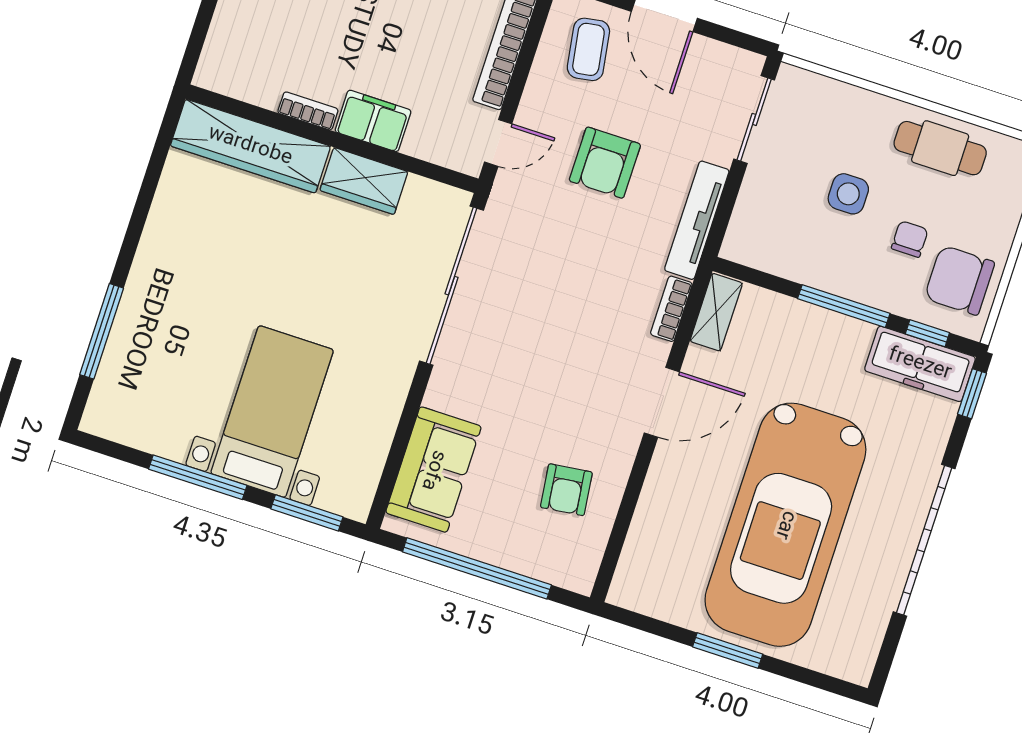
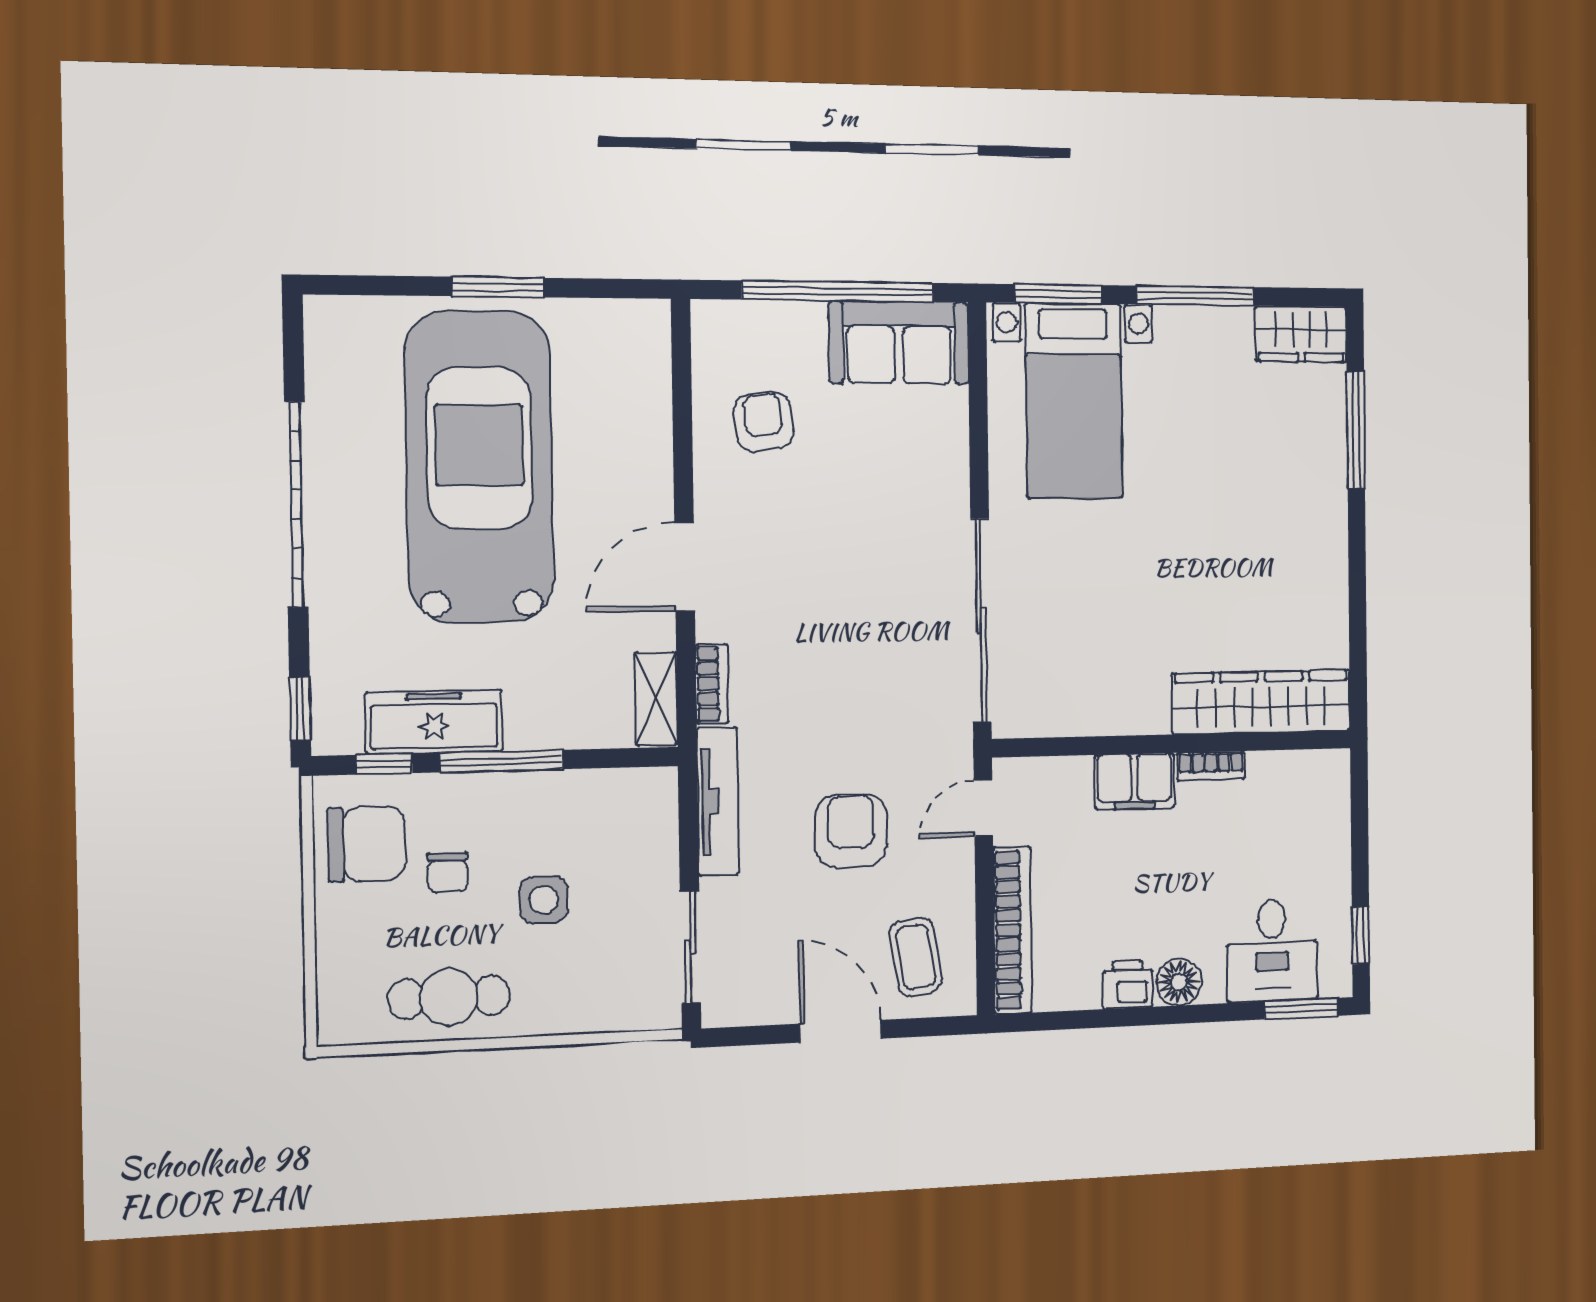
wardrobe: (364, 181) -> (1301, 334), moved, turned 180
freezer: (920, 364) -> (434, 722), moved
bed with nightstands: (272, 412) -> (1074, 401), moved
sofa: (433, 470) -> (899, 343), moved, turned -90

